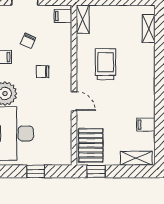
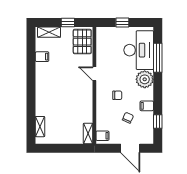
trolley: (106, 64) -> (71, 101), removed
window: (96, 171) -> (68, 23), moved

